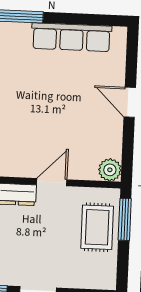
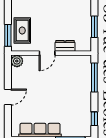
door: (130, 102) -> (8, 97), hinge flipped

